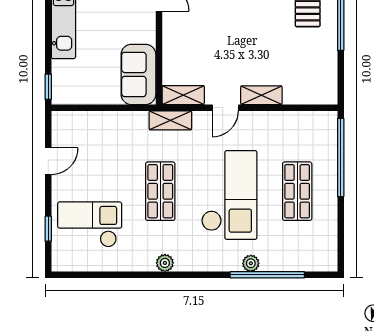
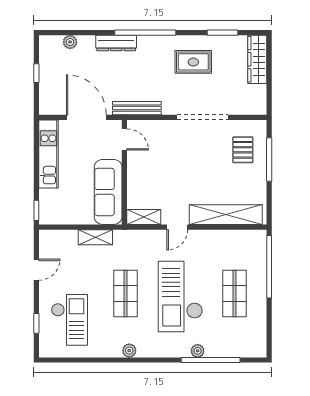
sofa: (138, 74) -> (108, 192), width x1.36
shelving: (261, 95) -> (226, 215), width x2.20, depth x1.33
shelving: (170, 120) -> (95, 237), moved
checkout: (229, 195) -> (180, 296), turned 180
checkout: (90, 224) -> (69, 320), turned 90

